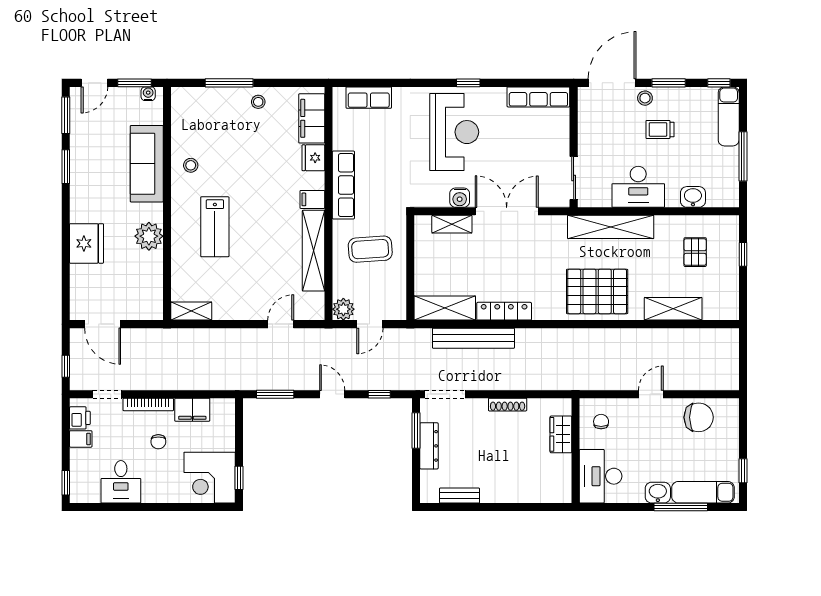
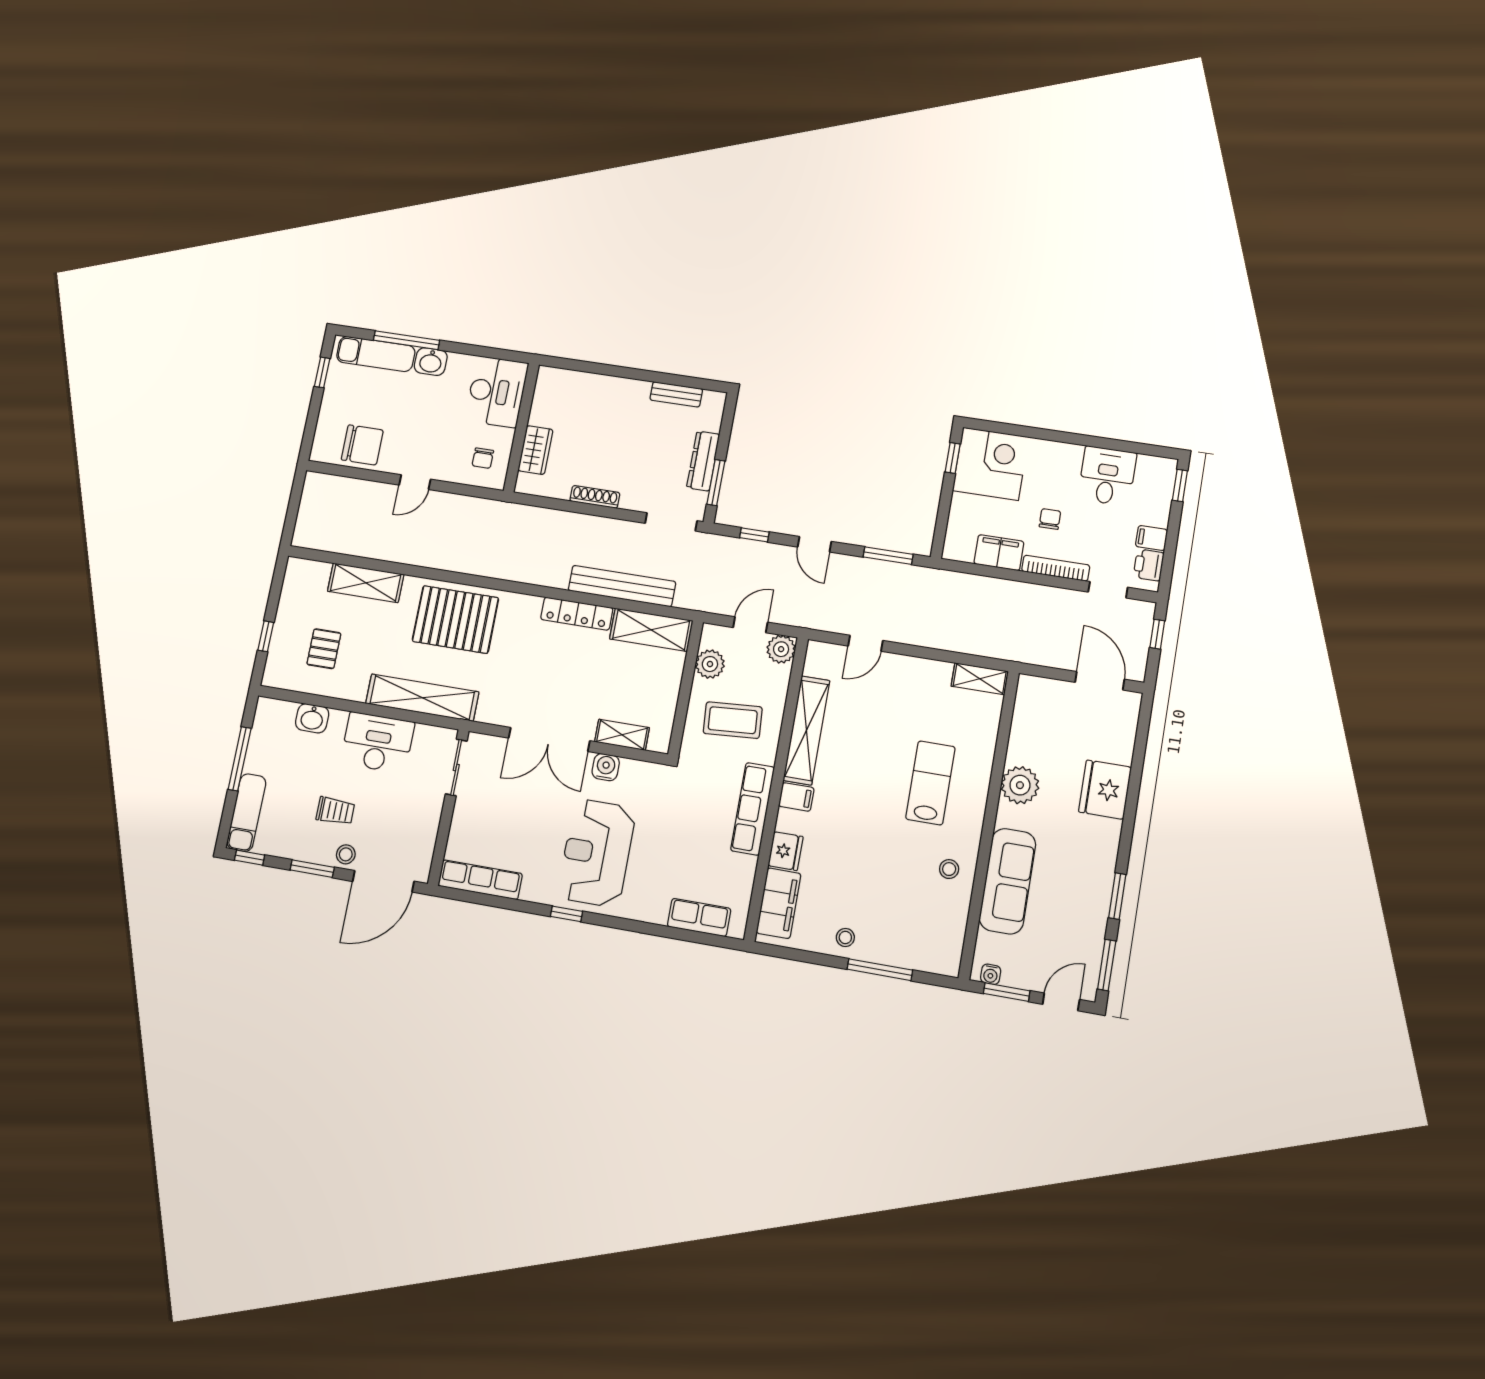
plant: (395, 289) -> (710, 664), added
chair: (699, 417) -> (362, 445), turned 180

